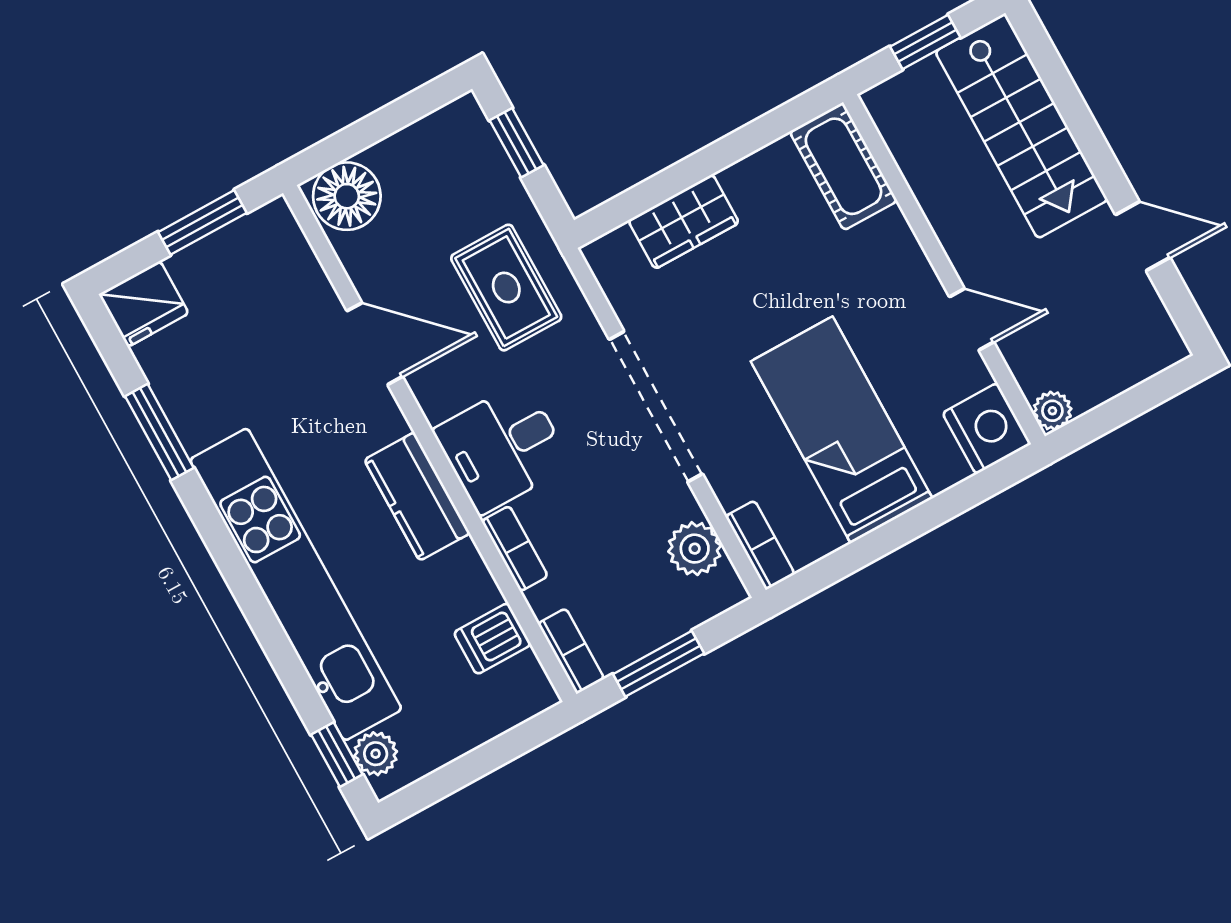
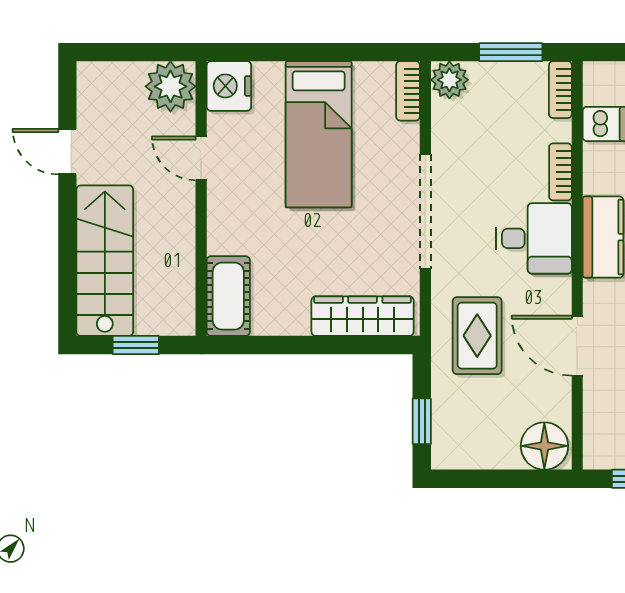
wardrobe: (684, 222) -> (363, 316), width x1.50
plant: (1052, 411) -> (170, 86), width x1.88, depth x1.88
plant: (695, 549) -> (449, 80), moved

